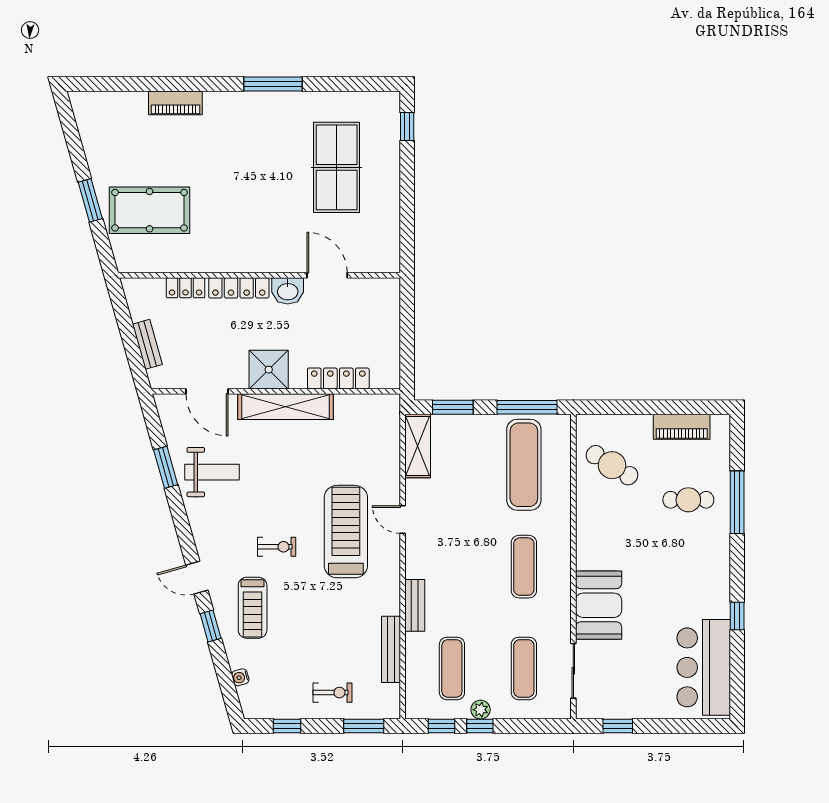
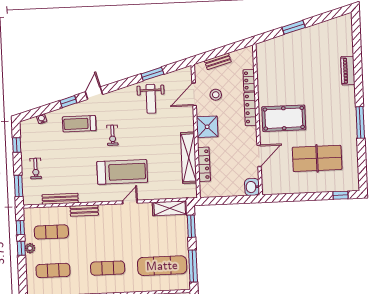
pool table: (150, 210) -> (284, 118), moved, turned 90
washbasin: (288, 291) -> (252, 187), moved
stool: (210, 351) -> (216, 95), added
shelving: (285, 407) -> (189, 158), moved

